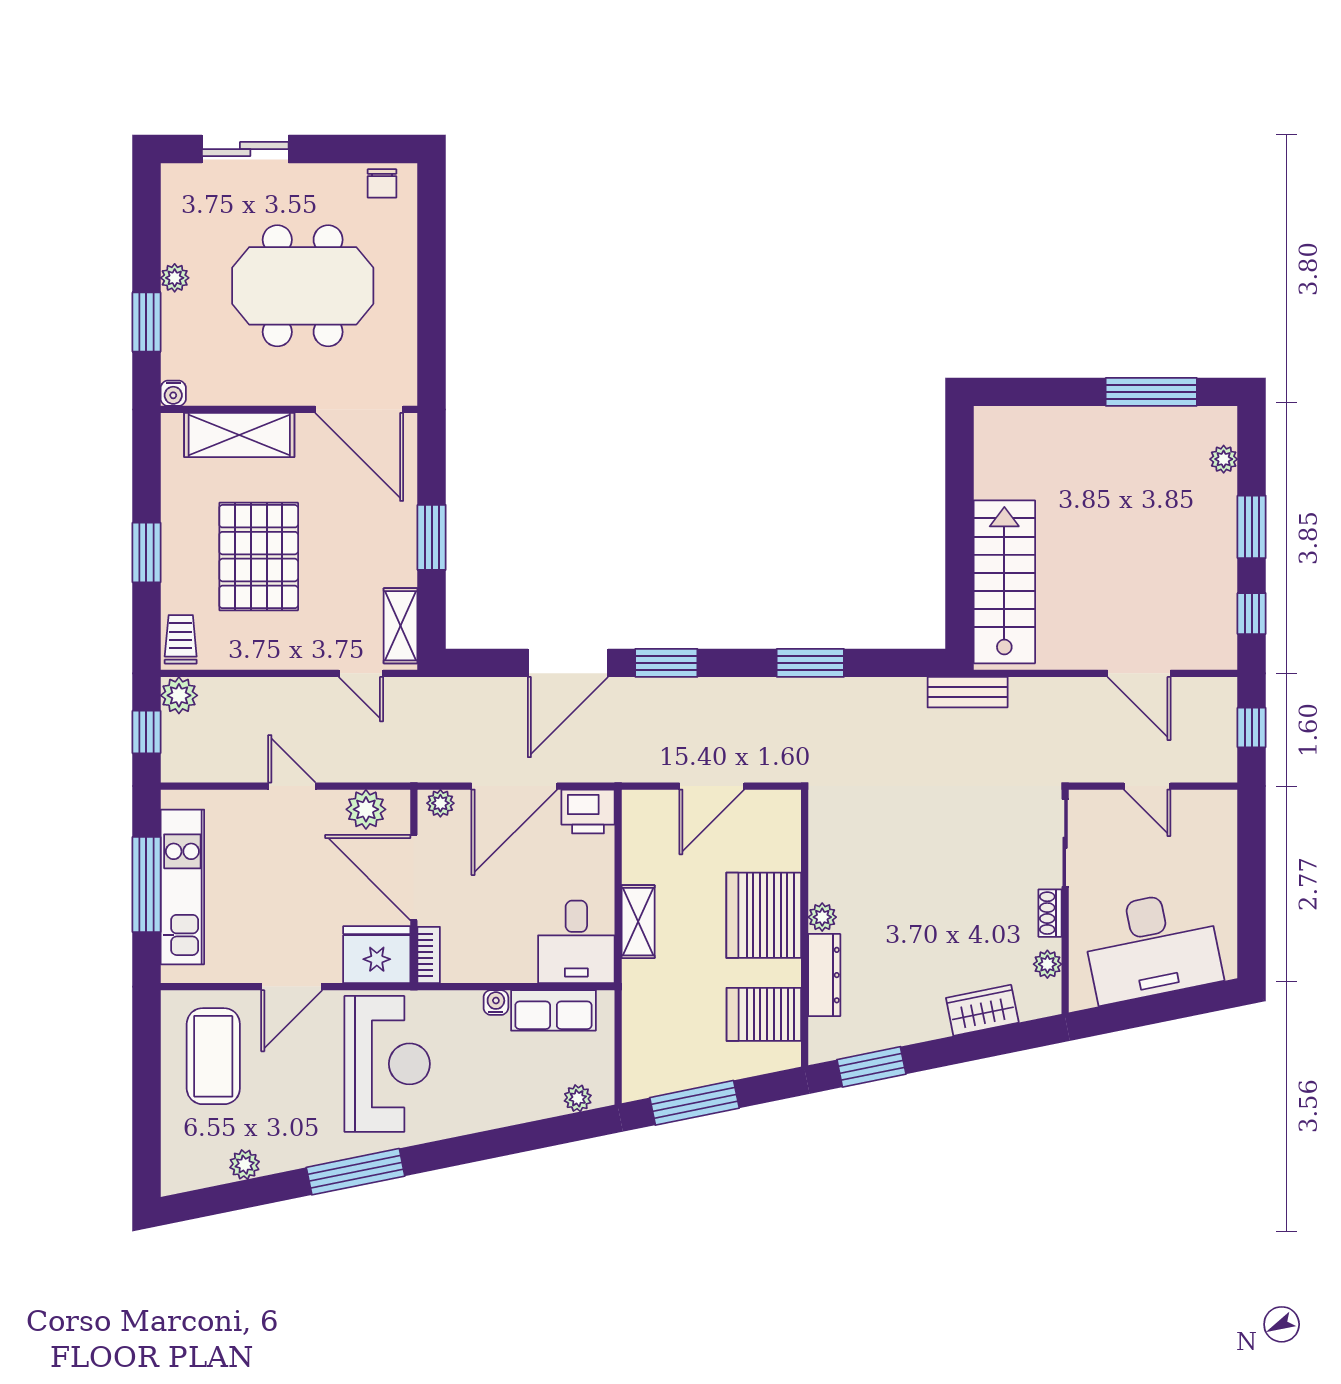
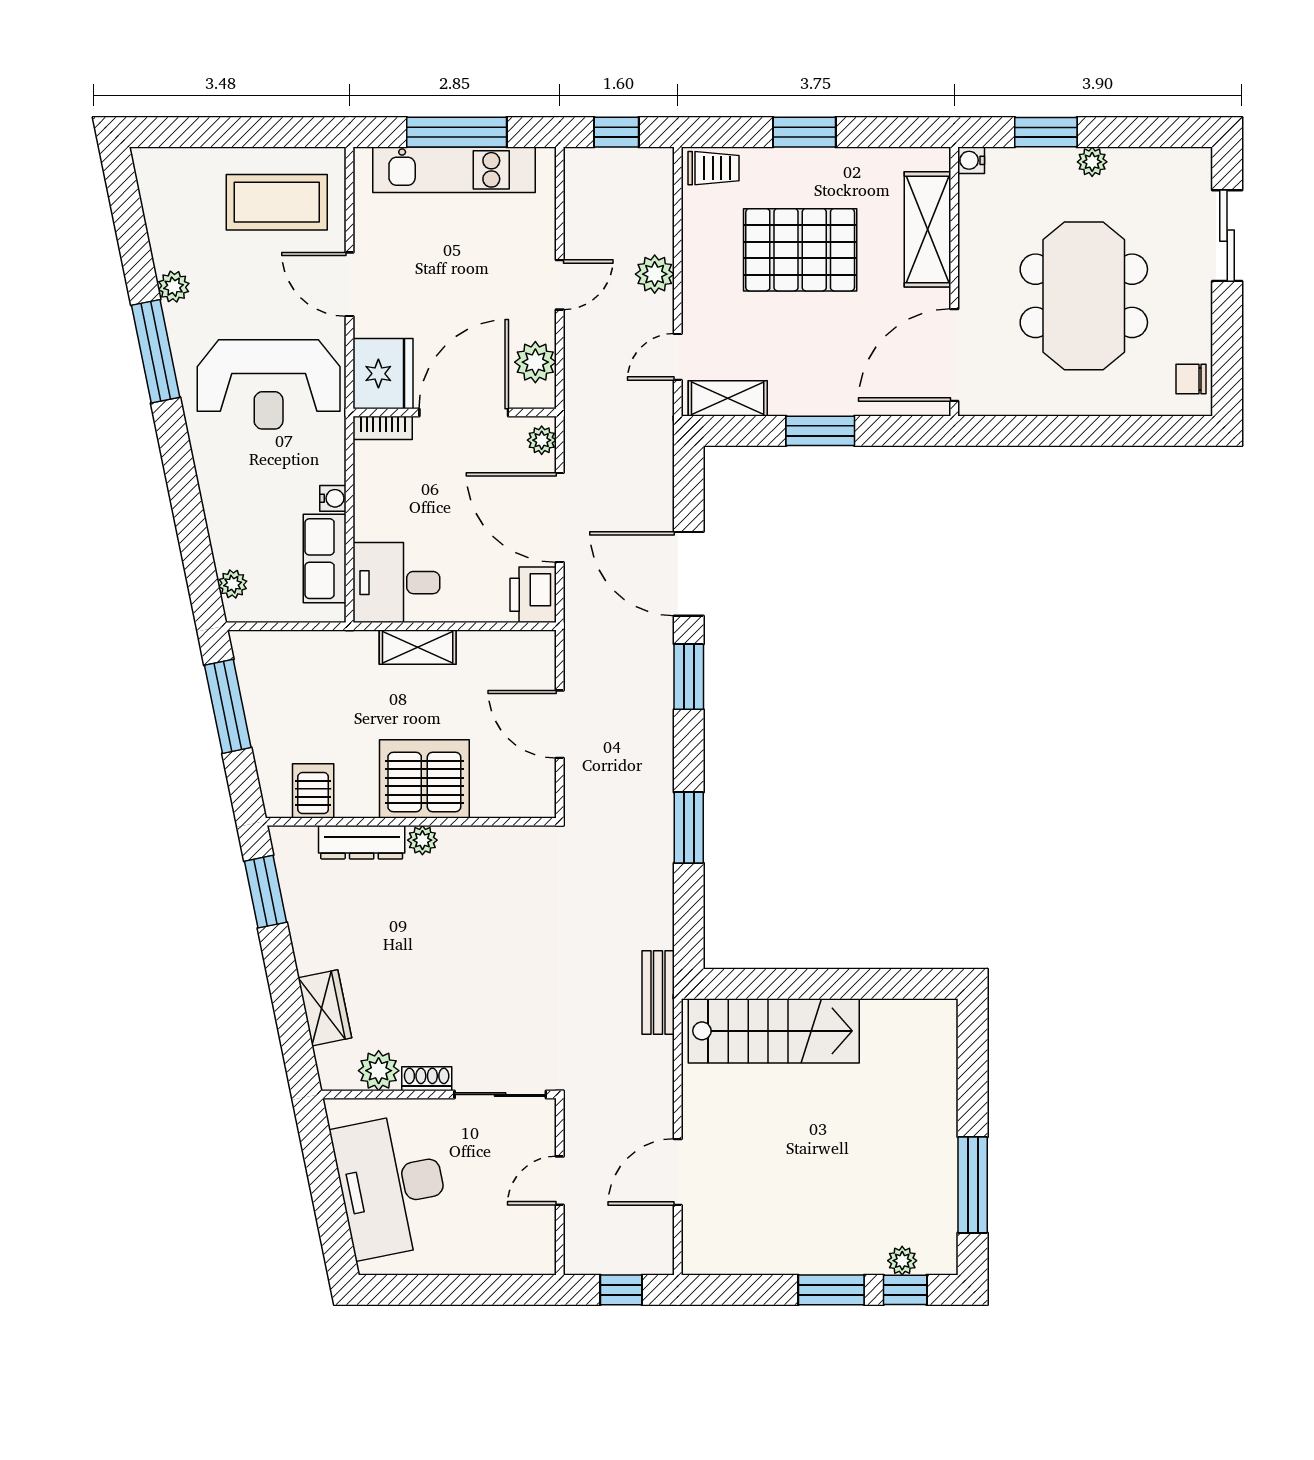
window: (1252, 614) -> (905, 1290), moved
plant: (179, 695) -> (655, 274), moved
plant: (1047, 964) -> (379, 1071), width x1.38, depth x1.38
server rack: (764, 1014) -> (313, 791), width x0.73, depth x0.70
plant: (245, 1165) -> (174, 287), moved

